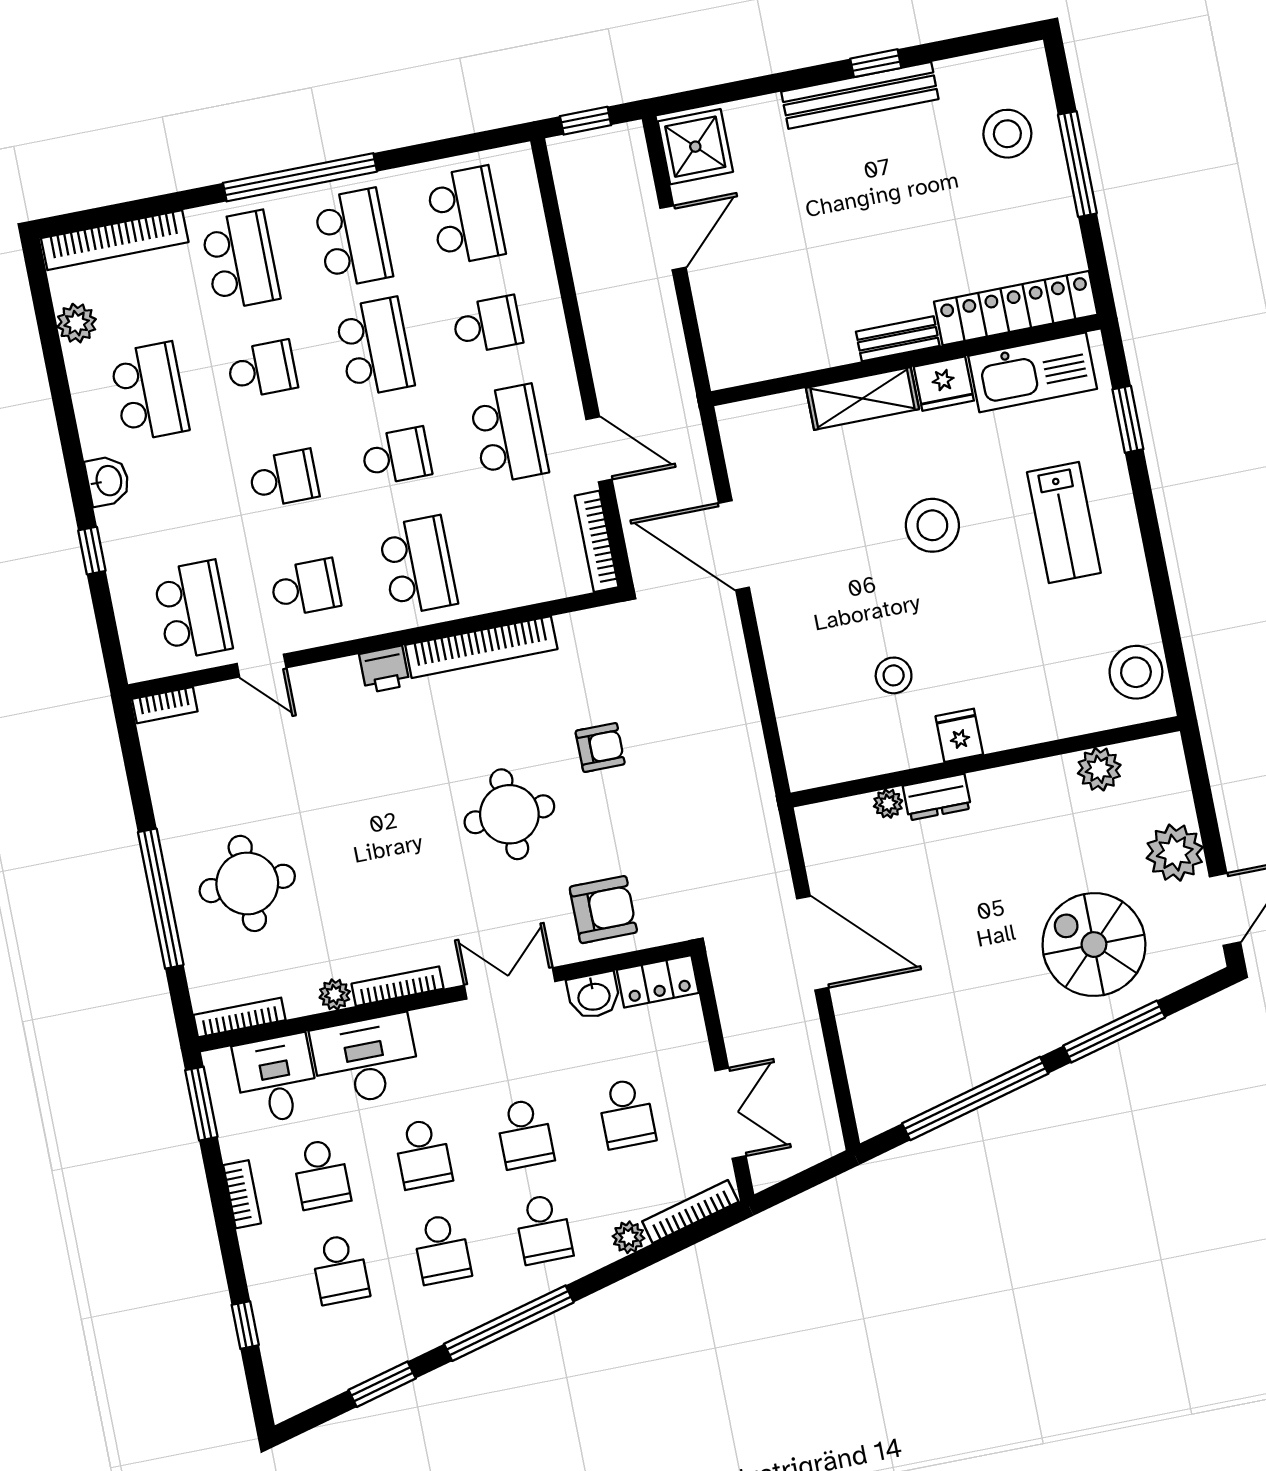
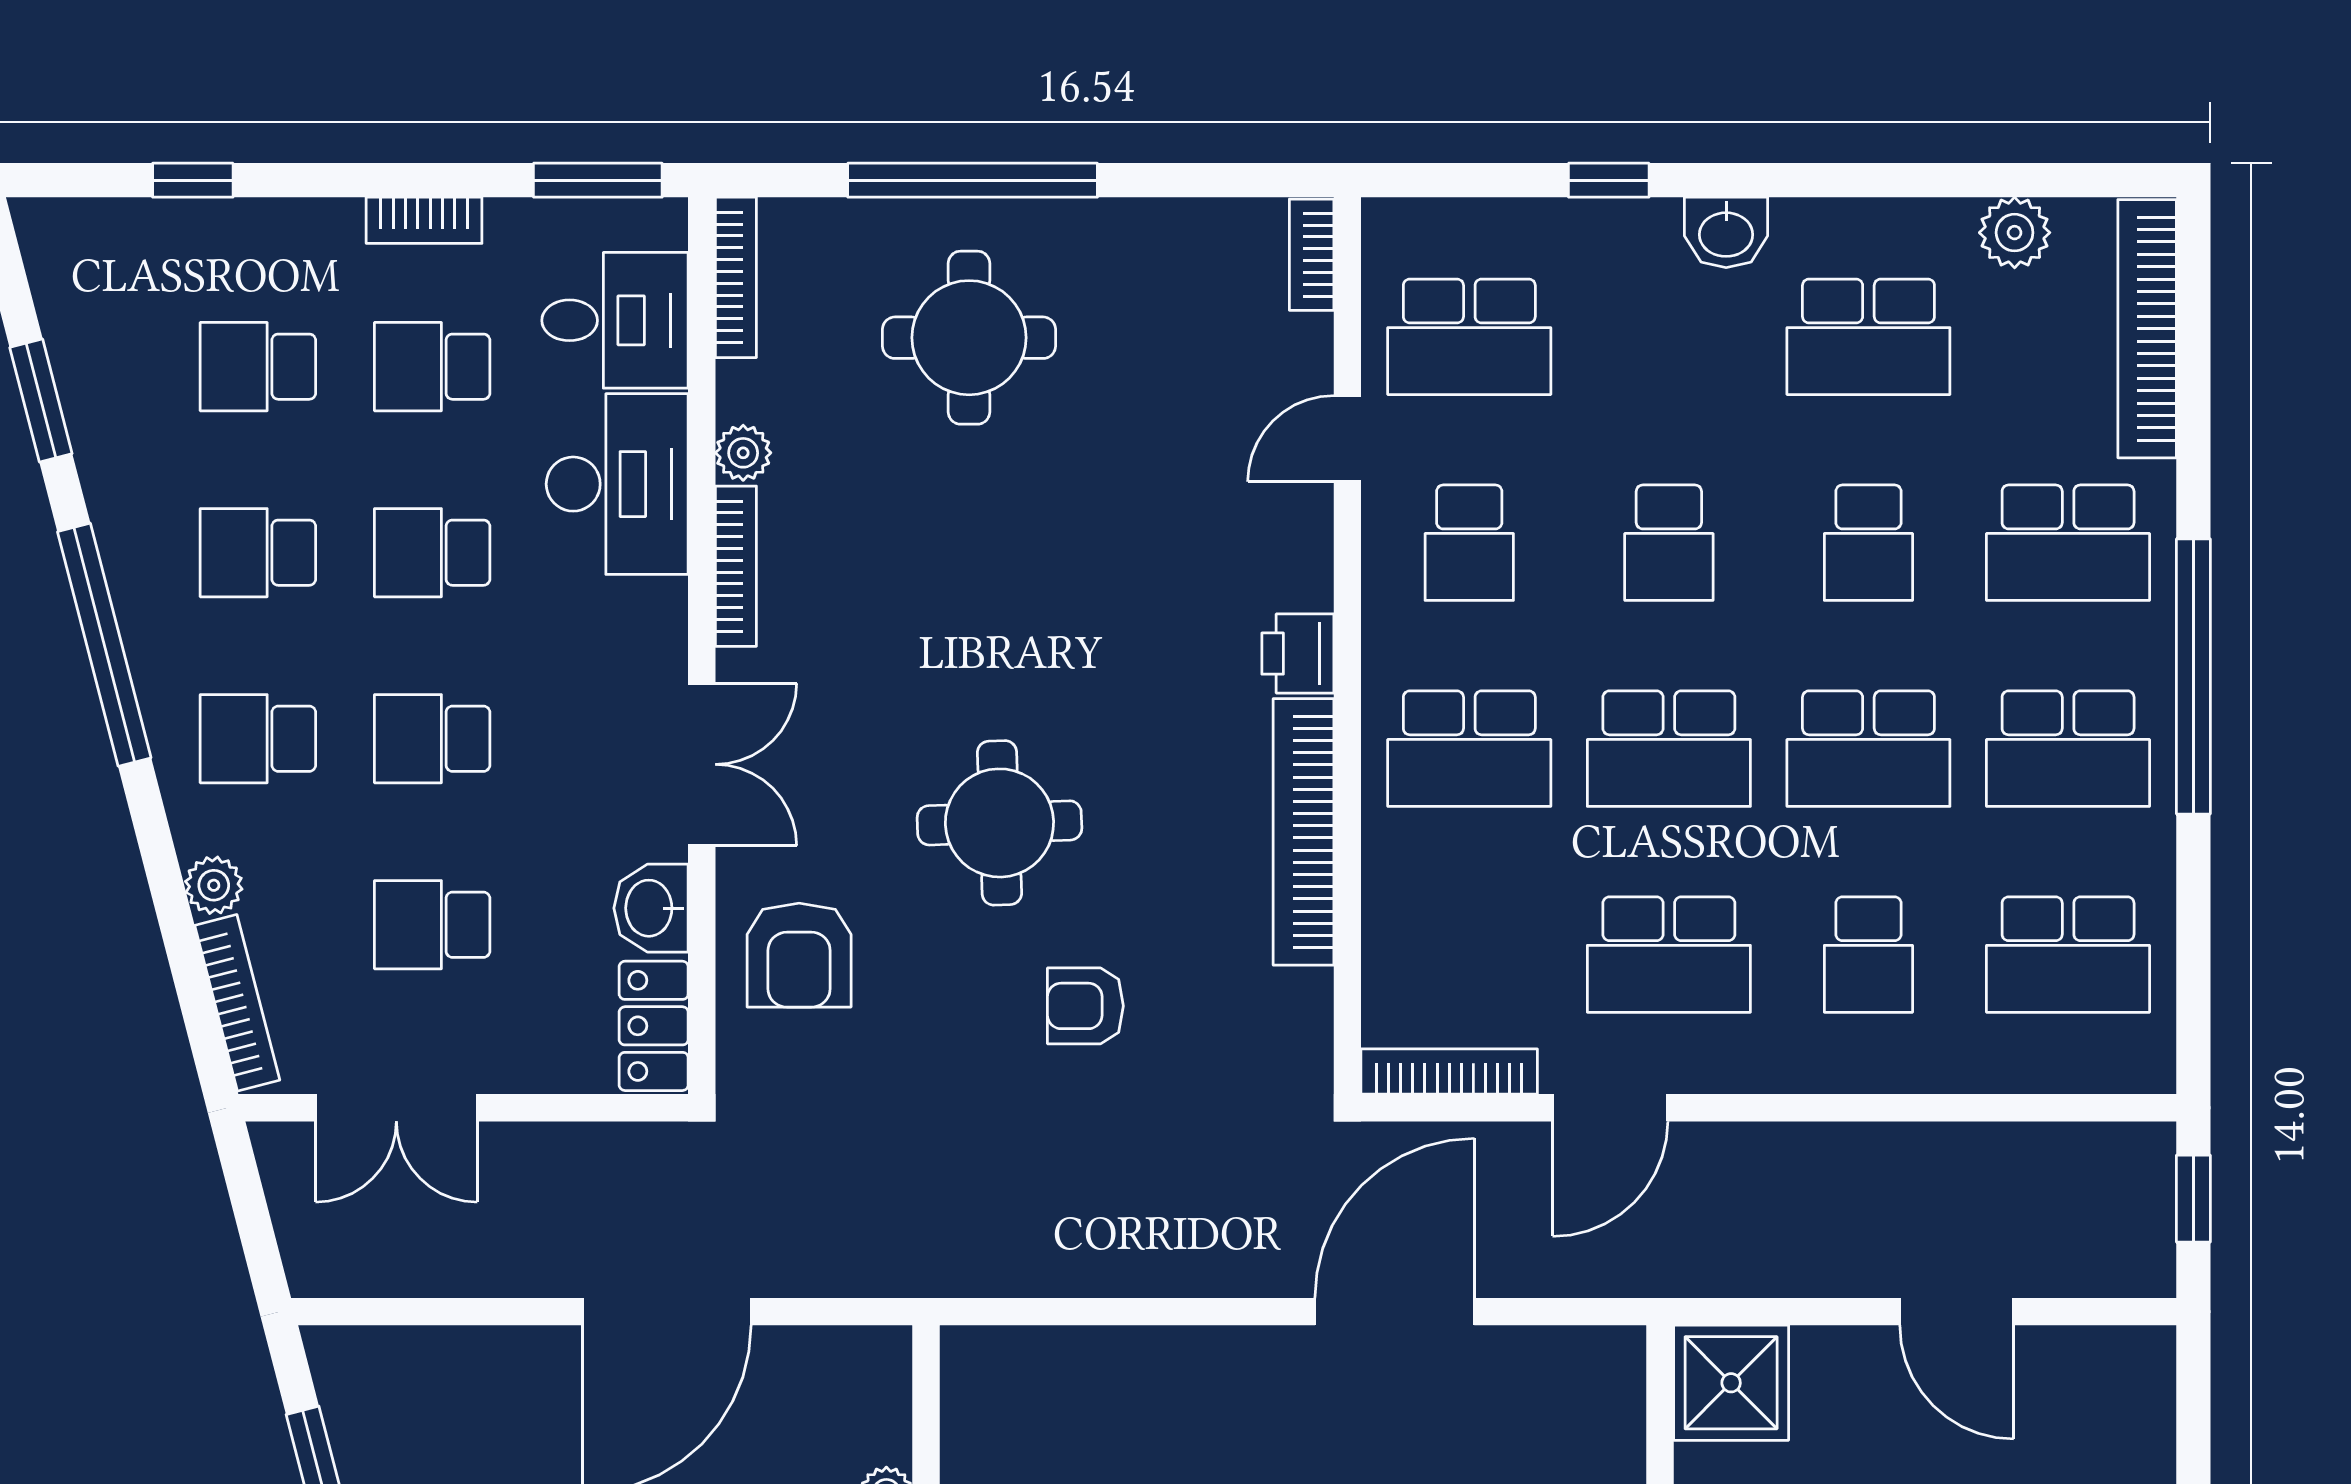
shower: (695, 147) -> (1731, 1383), moved
school desk: (396, 456) -> (1669, 749), width x1.85
armchair: (600, 747) -> (1085, 1006), turned 90

